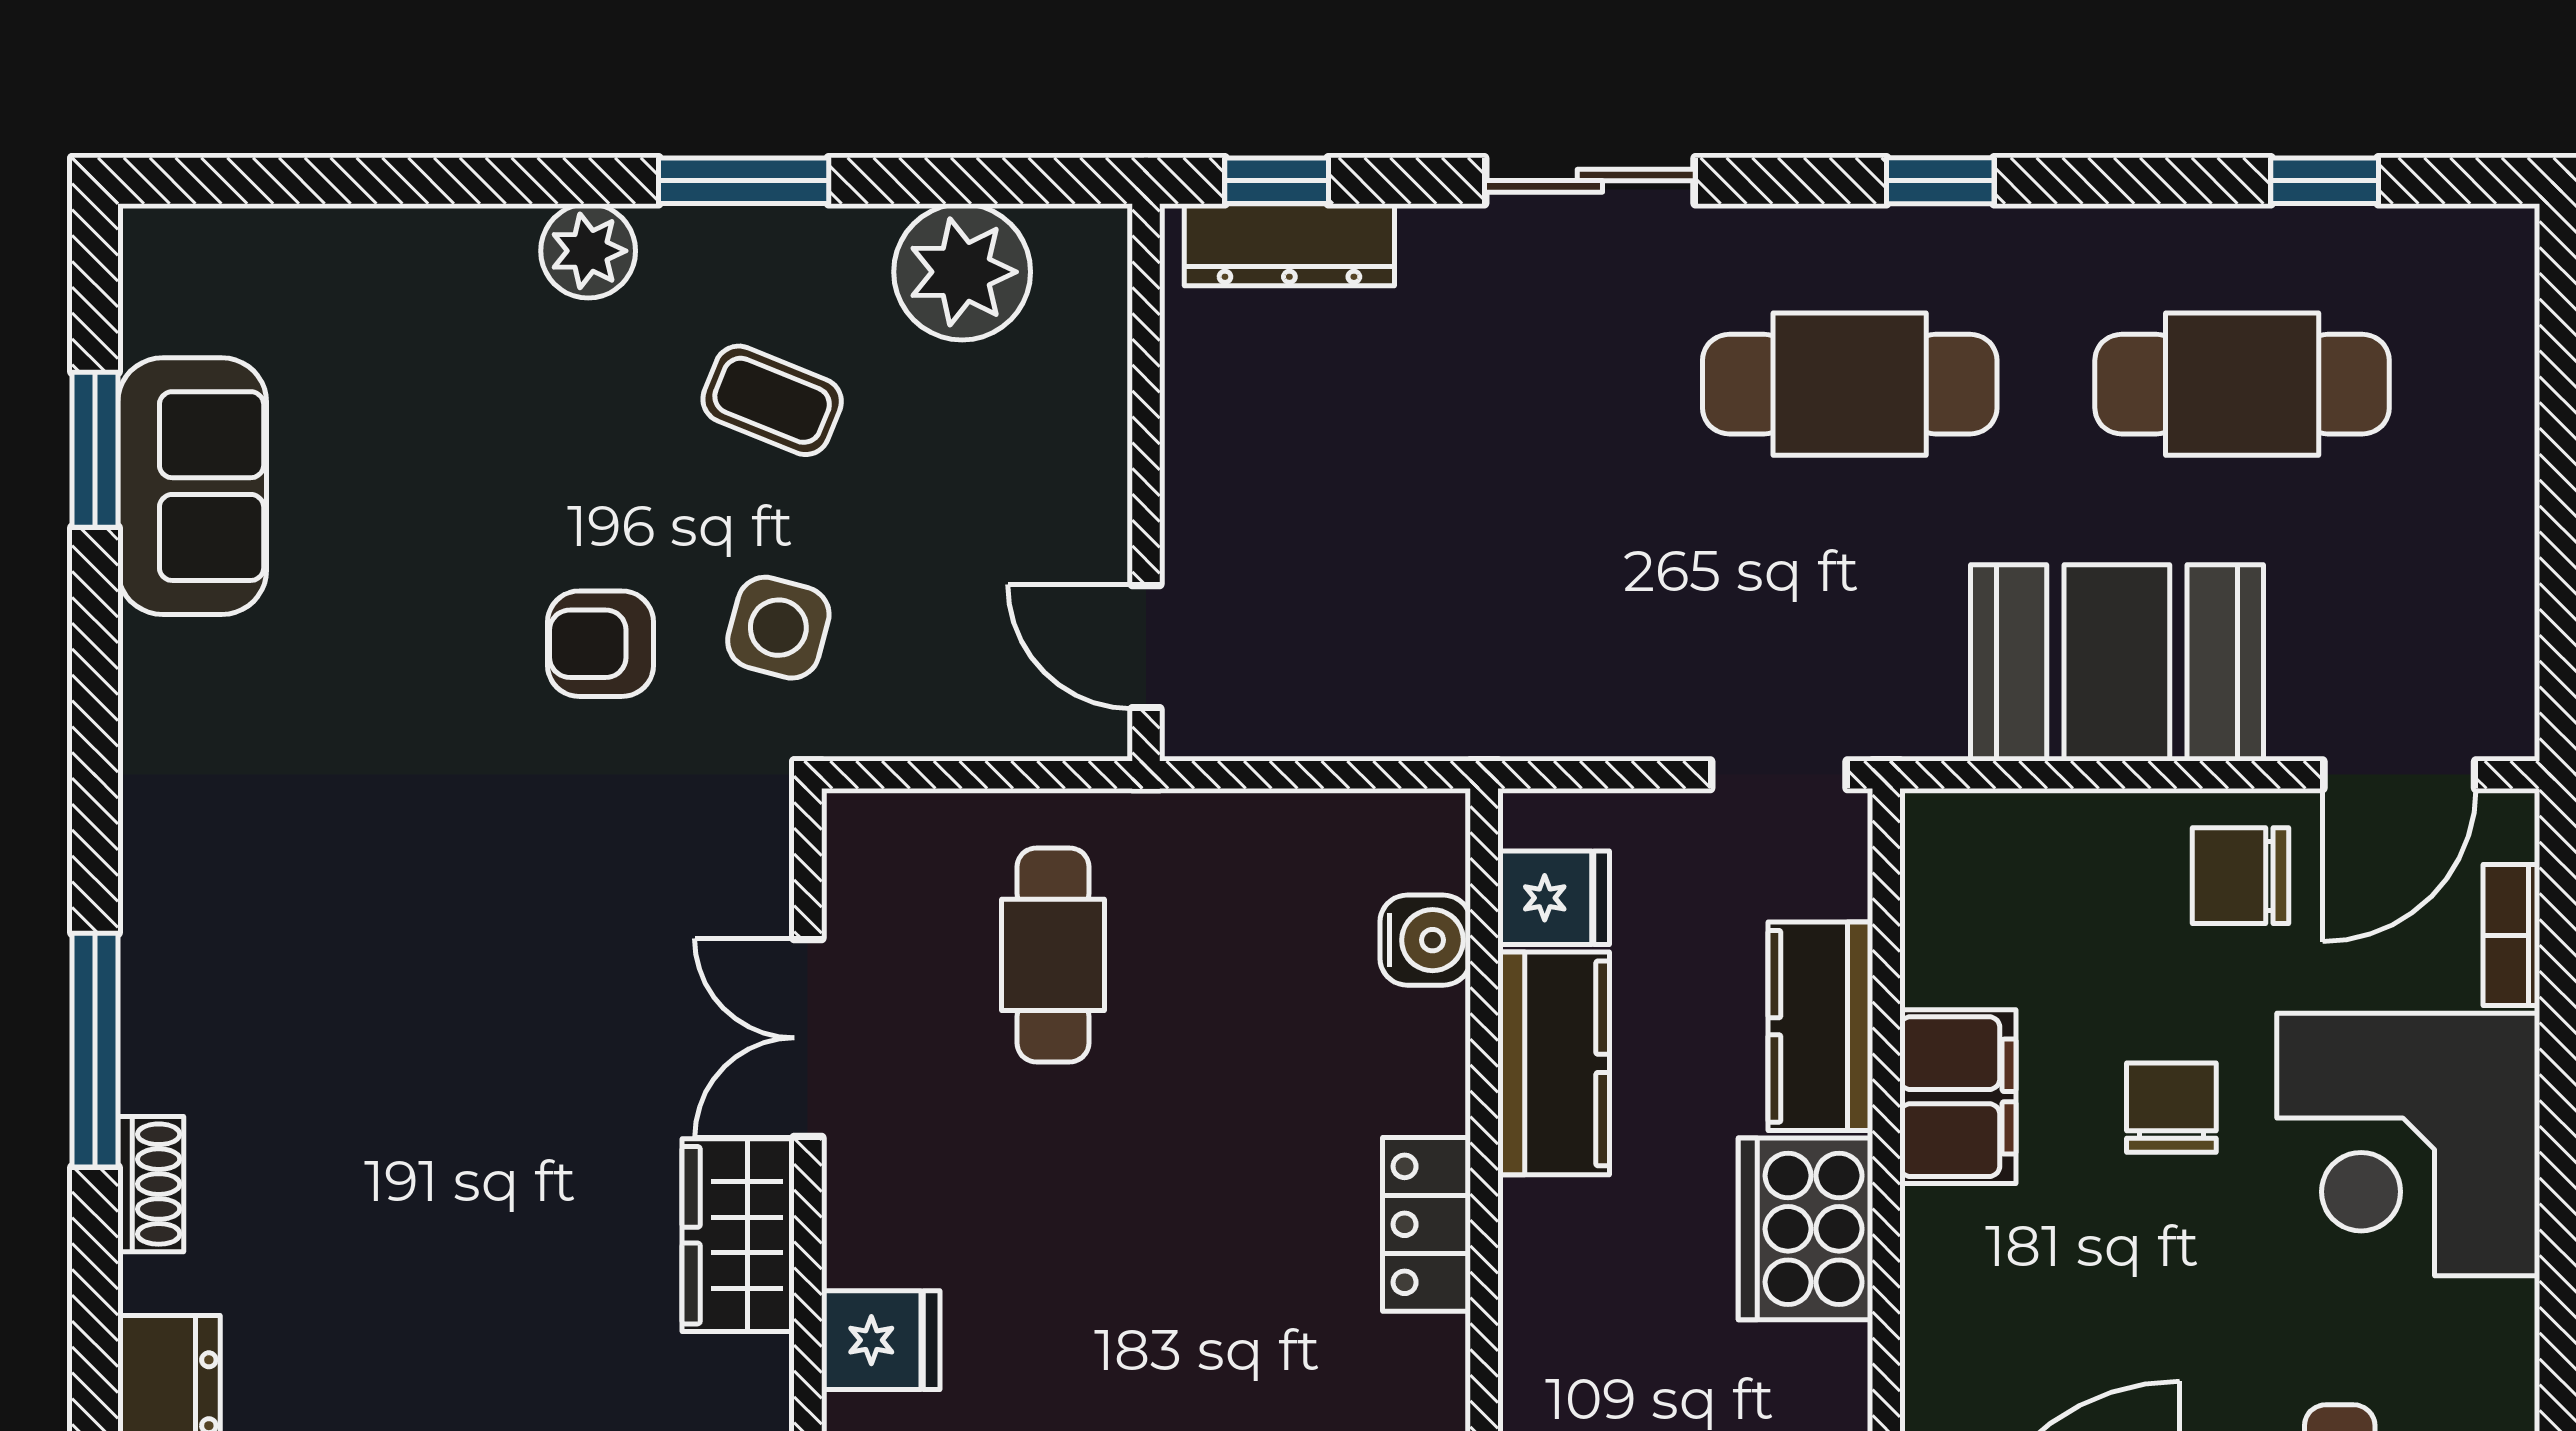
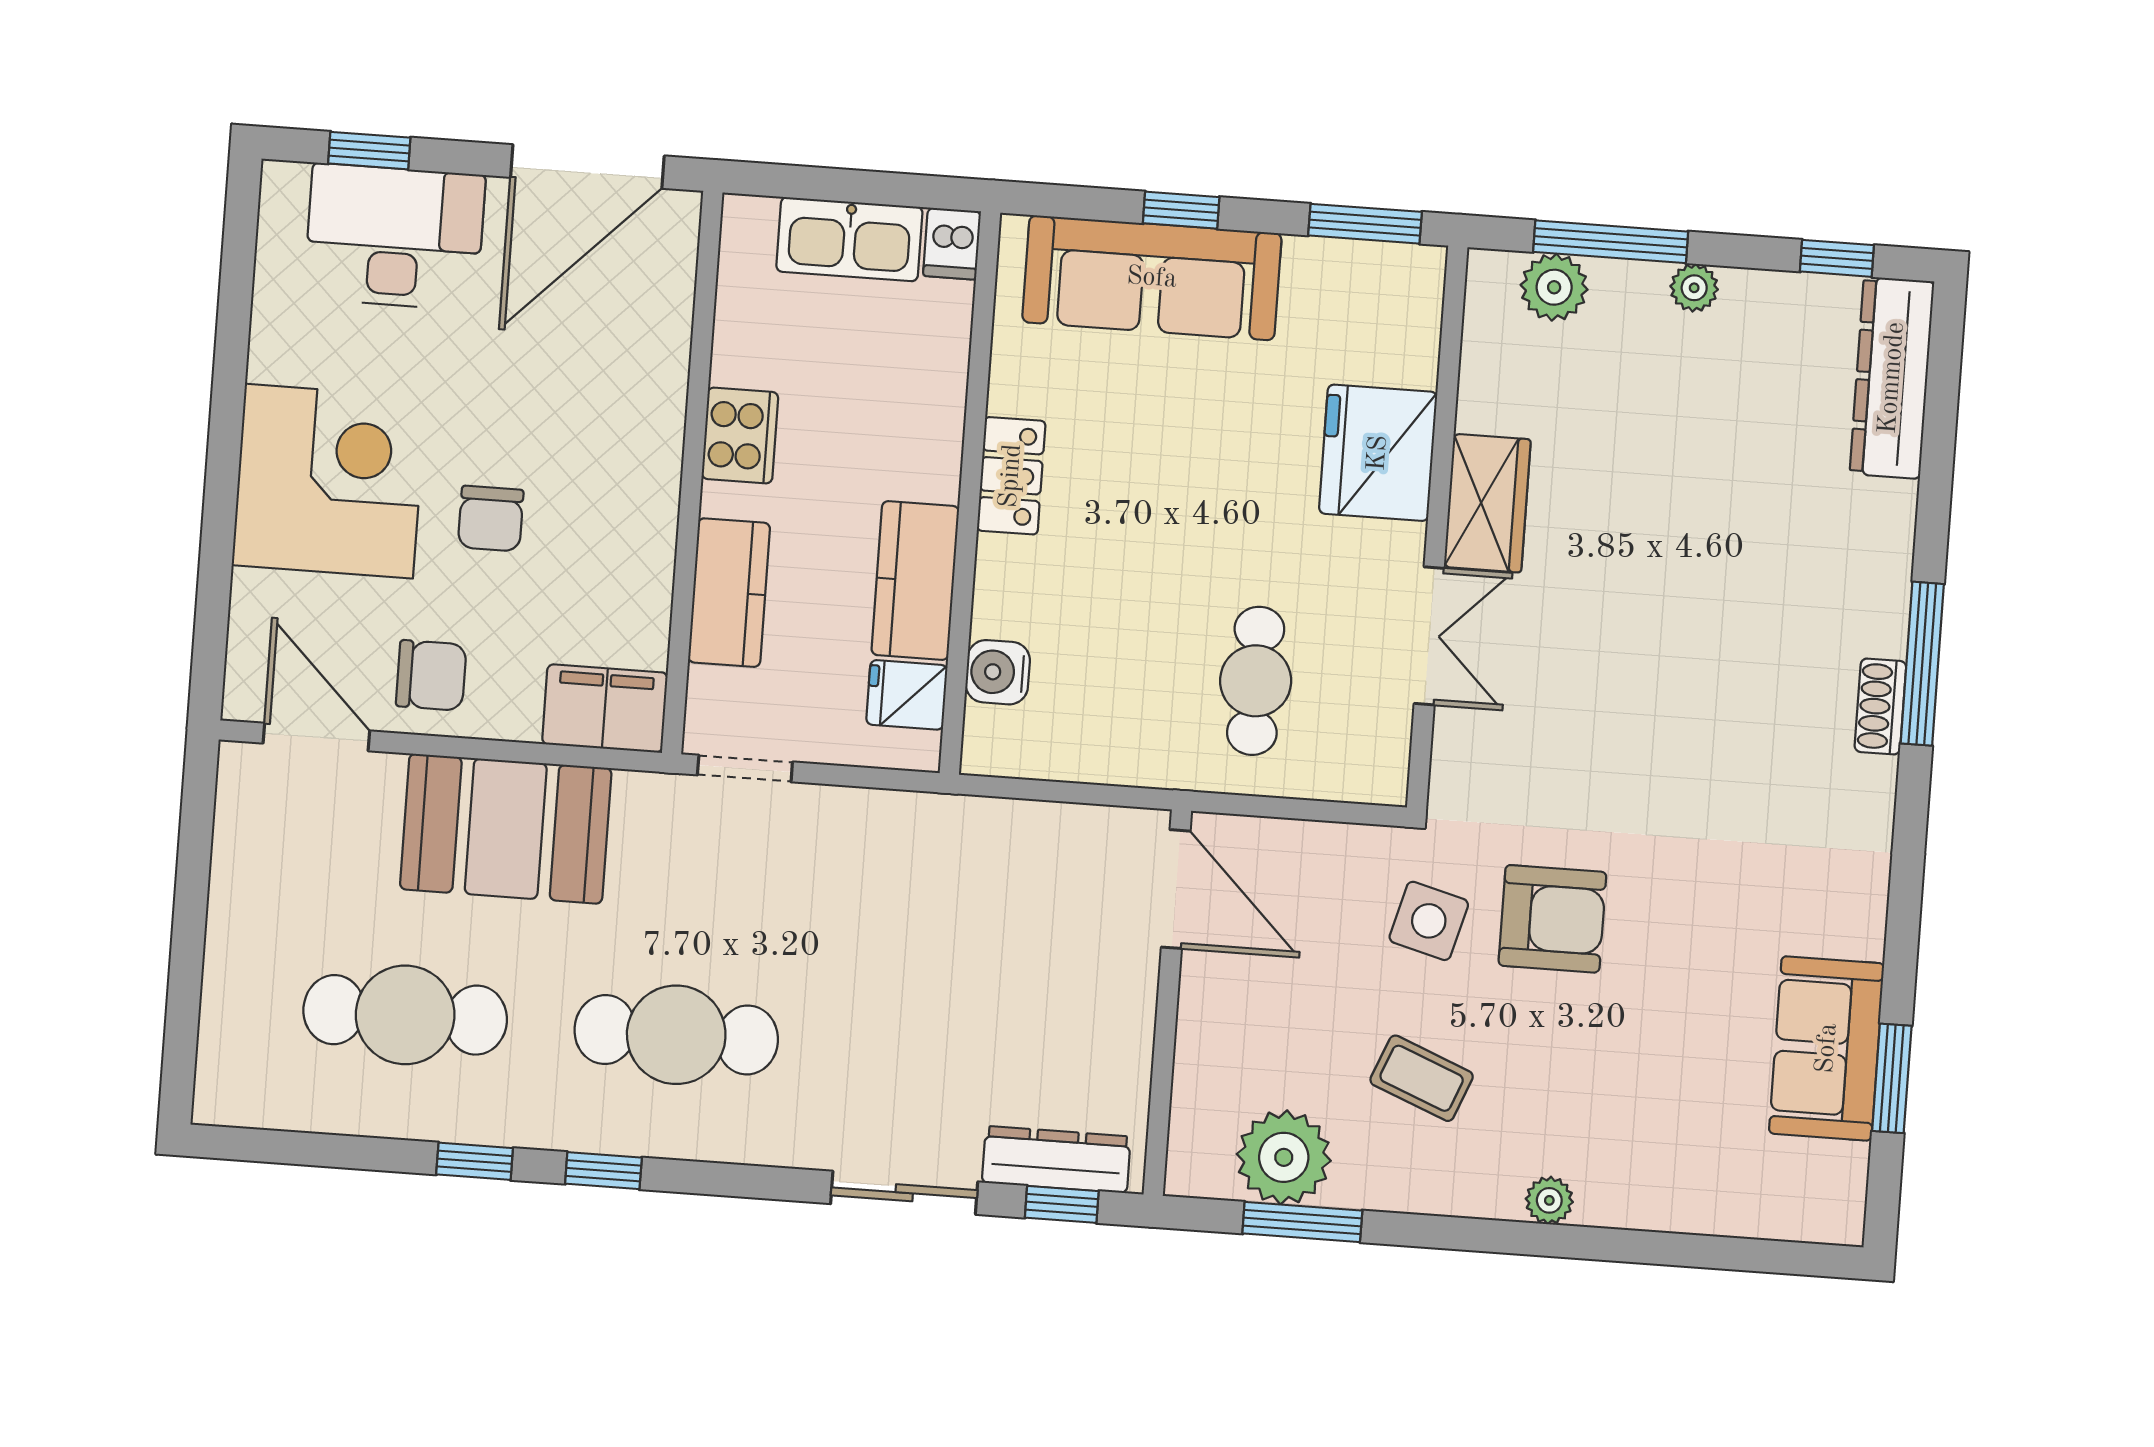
window: (744, 181) -> (1302, 1222), moved
sliding door: (1590, 181) -> (904, 1193), moved
window: (2325, 181) -> (475, 1161), moved
plant: (588, 251) -> (1549, 1200), width x0.73, depth x0.73
armchair: (601, 644) -> (1552, 919), width x1.38, depth x1.38
door: (1146, 647) -> (1176, 889), width x1.38
door: (2399, 775) -> (316, 737), hinge flipped
bookcase: (2511, 935) -> (247, 621), removed
filing cabinet: (1958, 1097) -> (605, 708), moved, turned 90
shoe rack: (151, 1184) -> (1880, 706), moved
cooker: (1805, 1229) -> (740, 435), width x0.73, depth x0.76
fridge: (881, 1340) -> (1378, 453), width x1.88, depth x1.34

